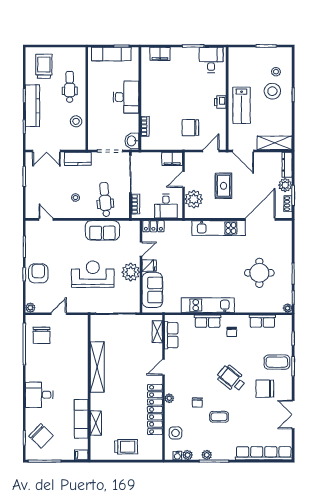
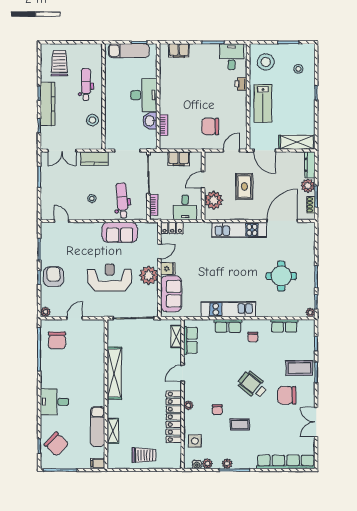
stool: (272, 91) -> (266, 62), moved
printer: (220, 102) -> (241, 84), moved
washbasin: (132, 141) -> (150, 121), moved
filing cabinet: (172, 159) -> (179, 159), moved

